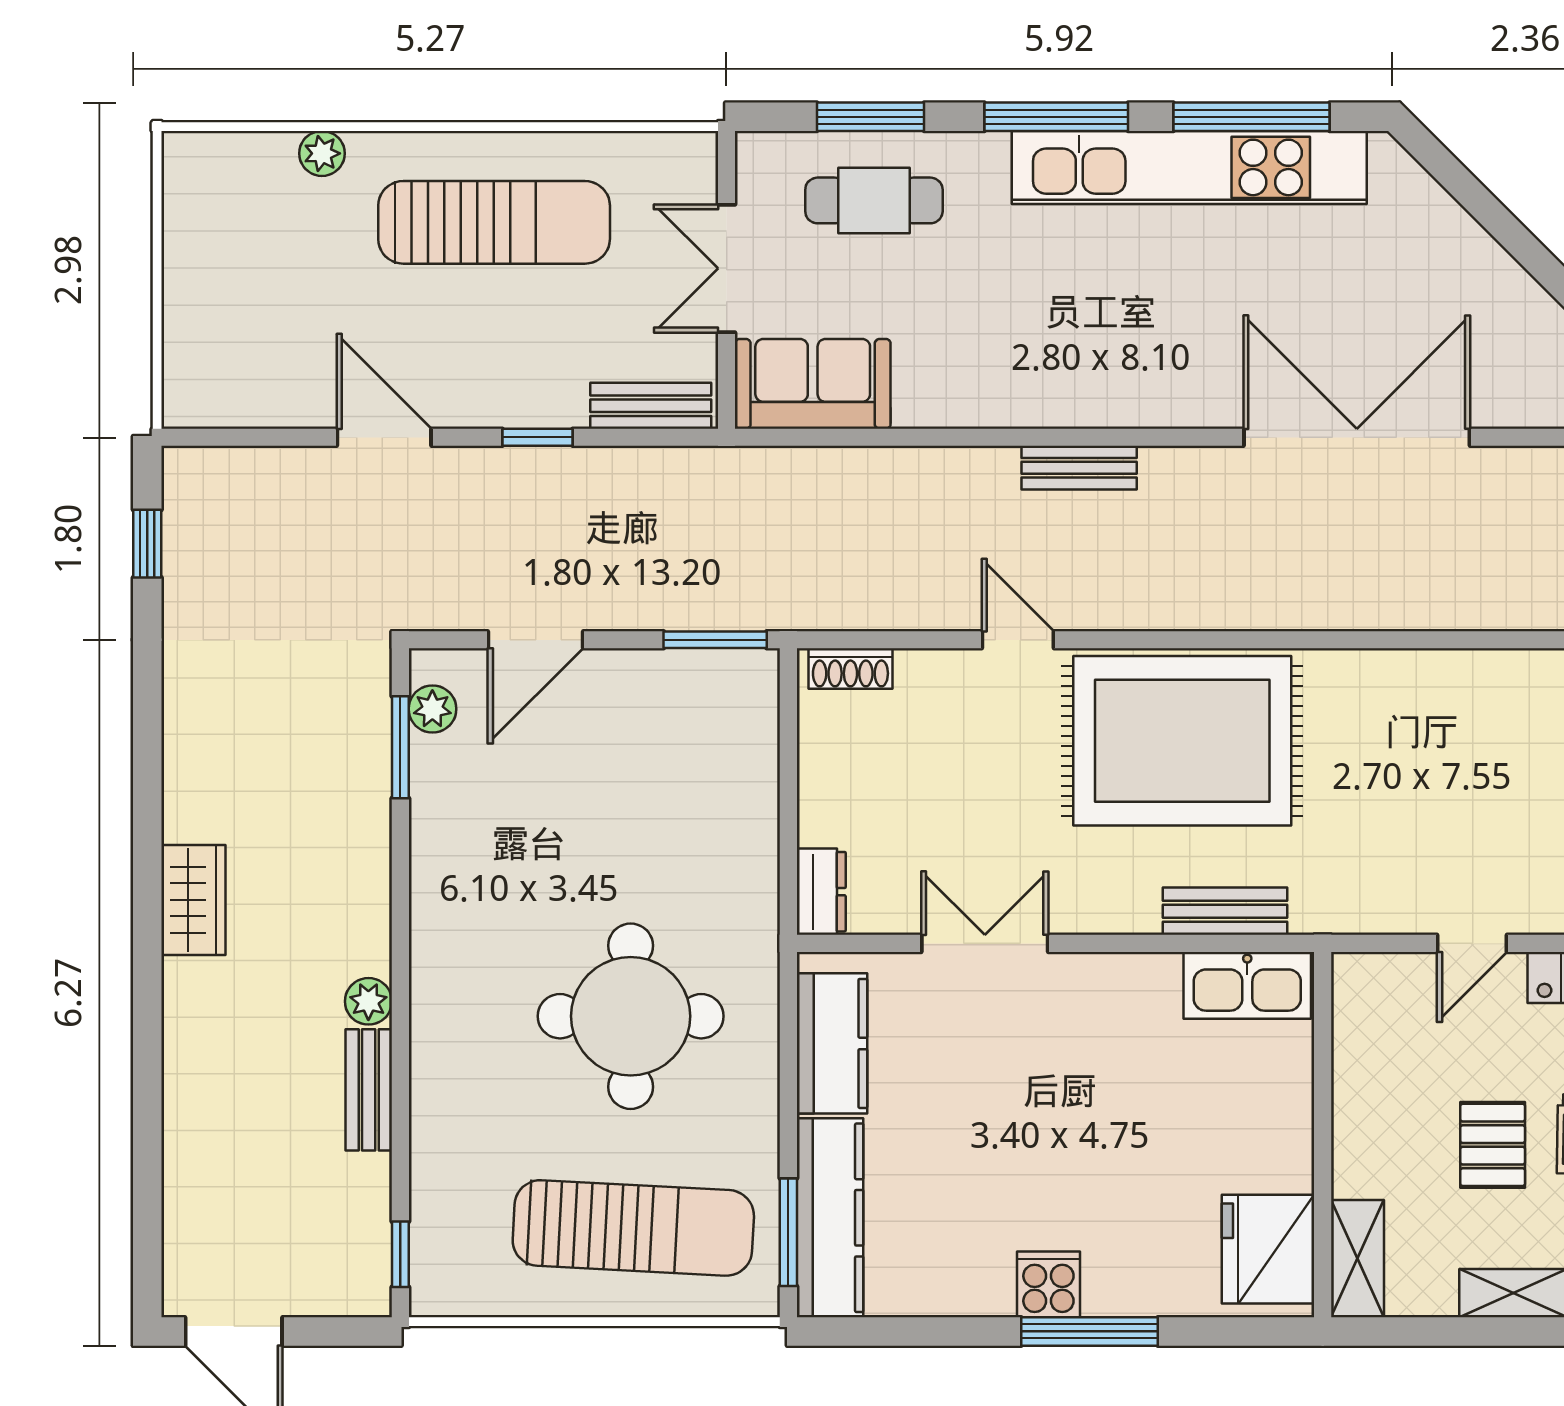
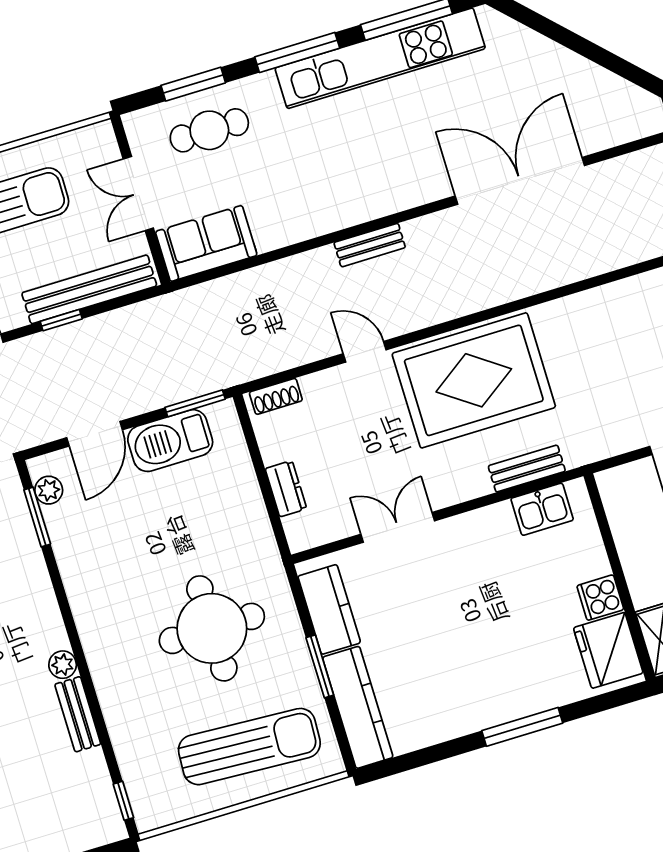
bench: (651, 406) -> (89, 289), width x1.86, depth x1.21
barbecue: (656, 688) -> (170, 441), added
dresser: (821, 892) -> (286, 489), moved
kitchen sink: (1247, 985) -> (542, 509), width x0.73
window: (788, 1232) -> (320, 666), moved
cooker: (1048, 1284) -> (600, 598), moved, turned -90

